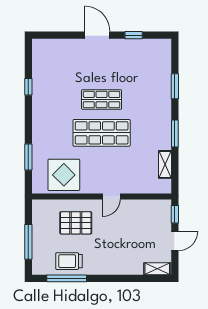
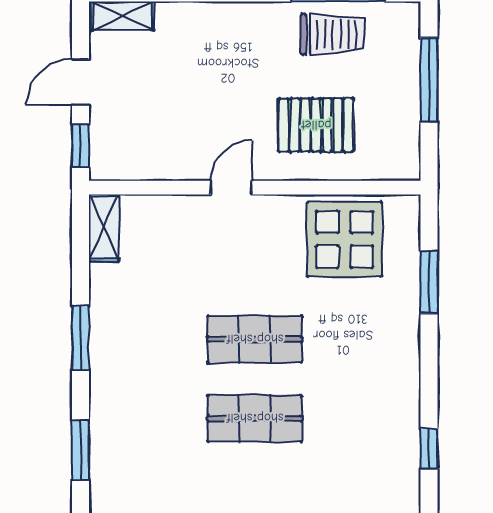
shop shelf: (102, 133) -> (255, 339), width x0.70, depth x0.74
shelving: (165, 164) -> (104, 228), moved

